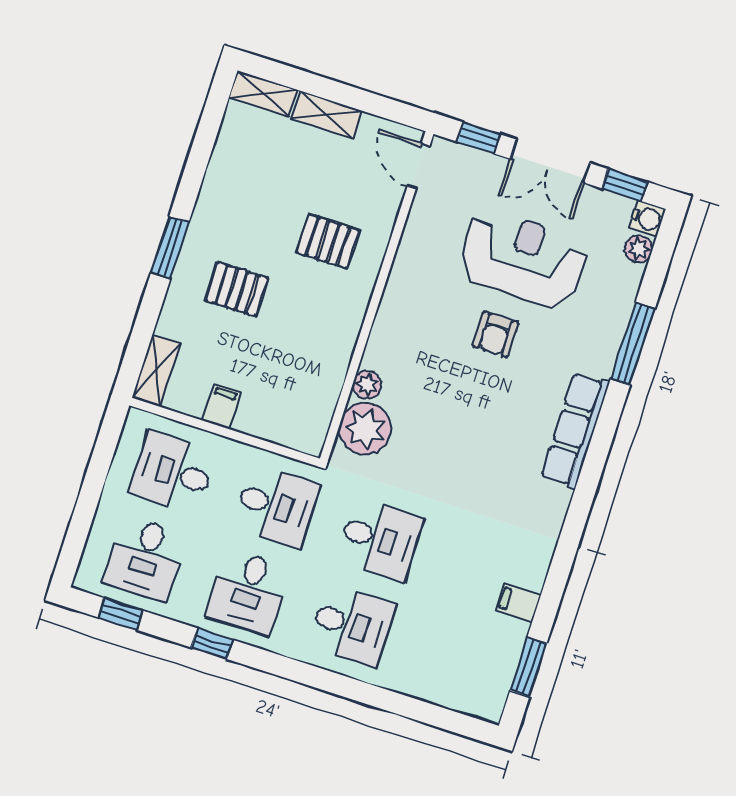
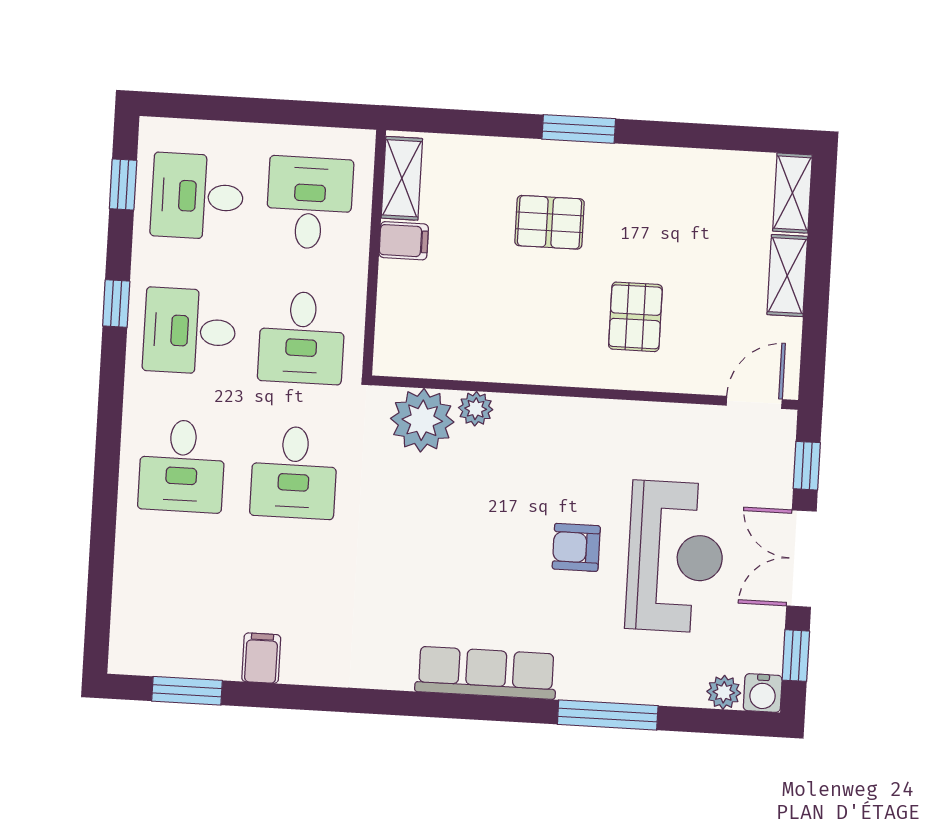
pallet: (237, 289) -> (550, 222), turned 90
shelving: (156, 371) -> (402, 178), moved, turned 90

